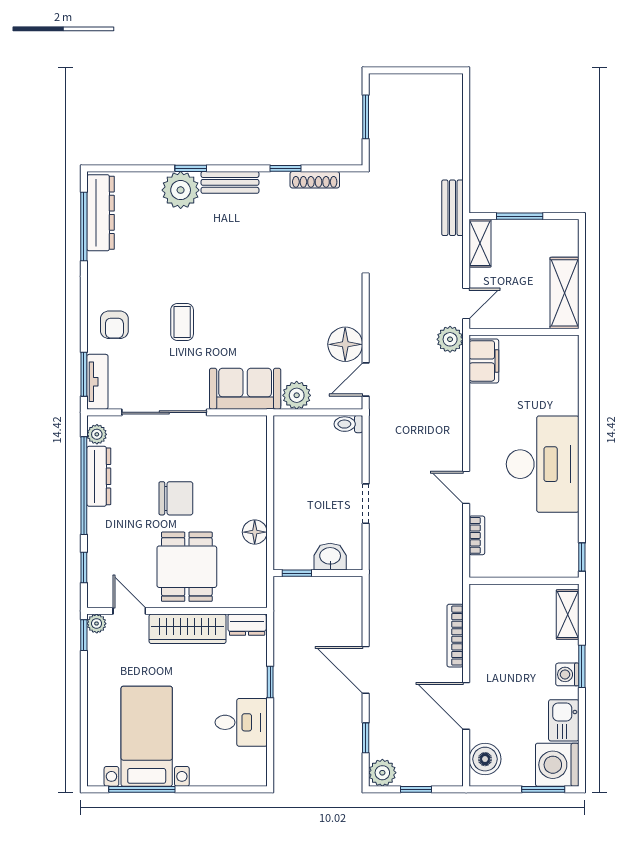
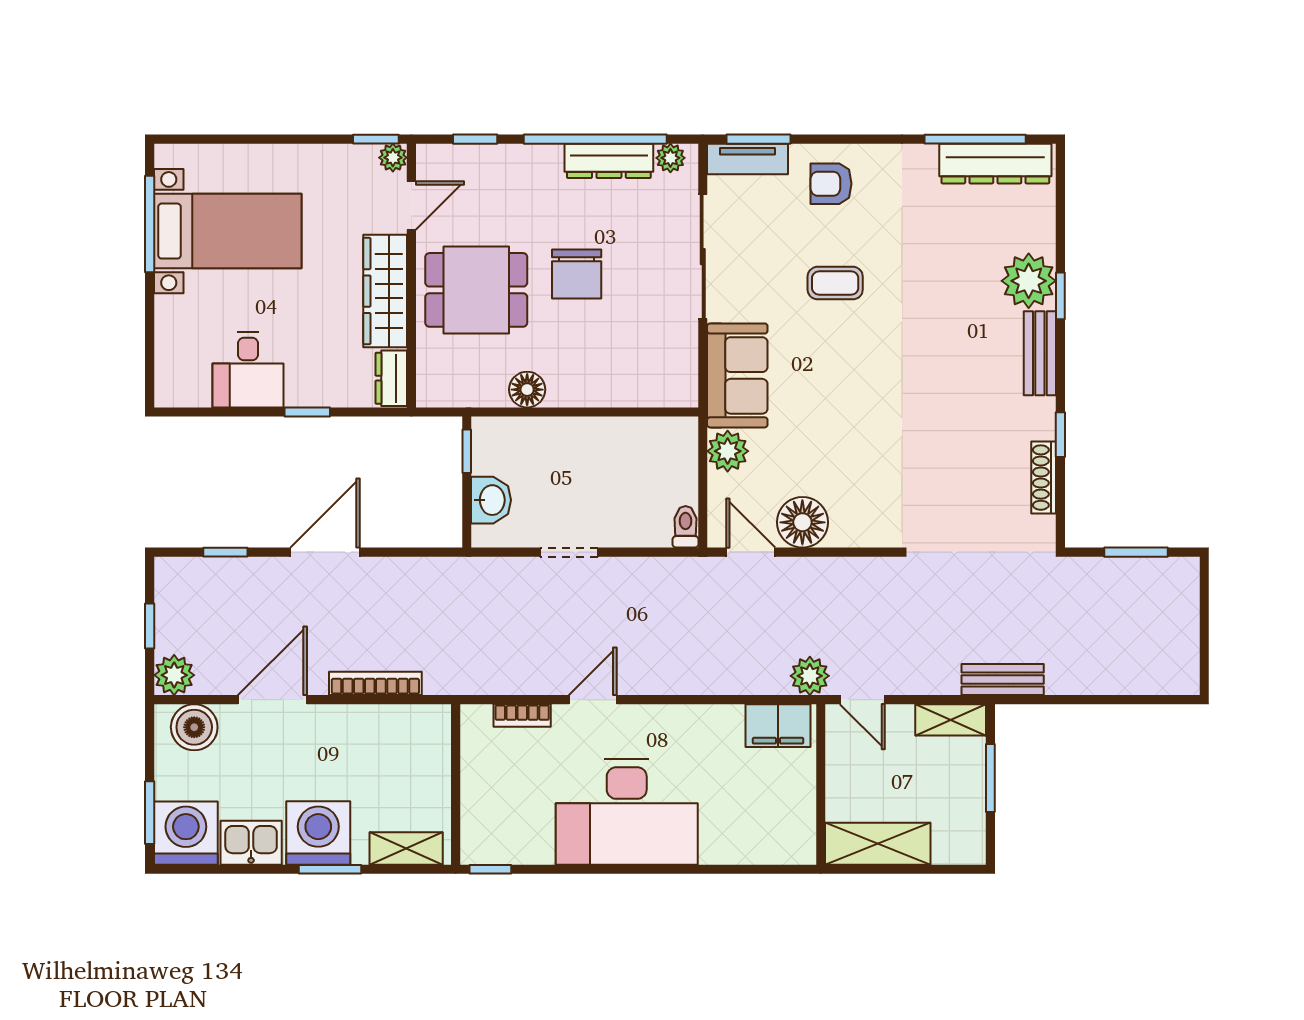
washing machine: (567, 674) -> (318, 833), width x1.89, depth x1.89
plant: (382, 773) -> (174, 675), moved

